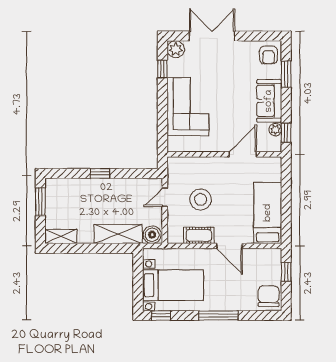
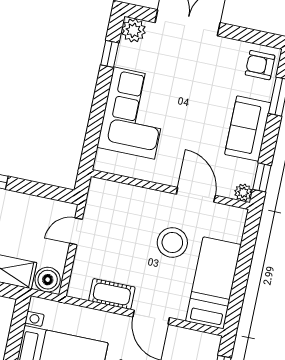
armchair: (268, 55) -> (260, 65), turned 90
plant: (275, 130) -> (243, 192), moved
door: (243, 154) -> (196, 195), hinge flipped
stool: (201, 199) -> (172, 243), moved

